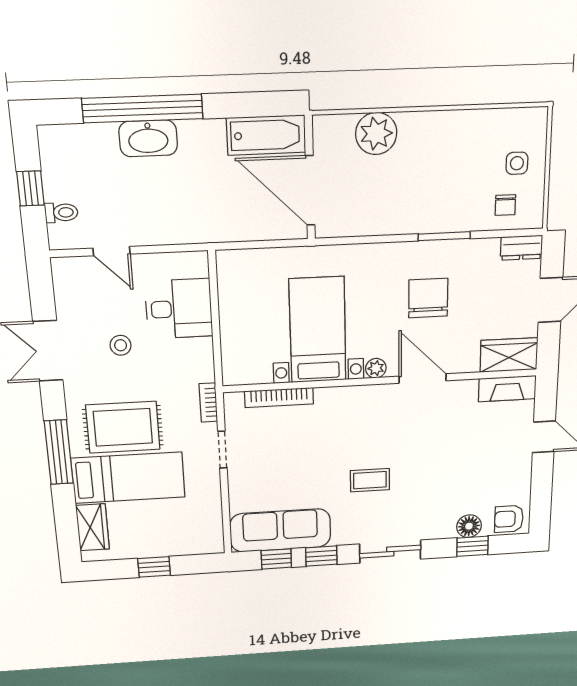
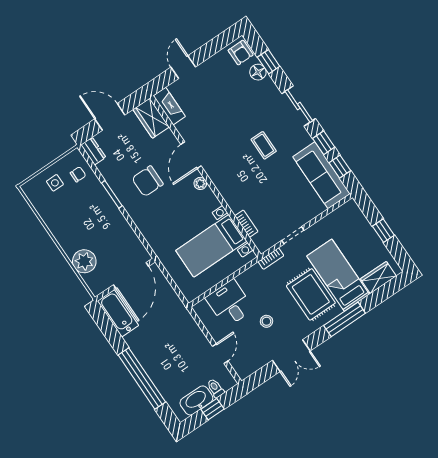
washbasin: (148, 138) -> (196, 400), moved, turned -90
bed with nightstands: (318, 330) -> (211, 246), moved
bookcase: (279, 398) -> (246, 224), width x0.64

